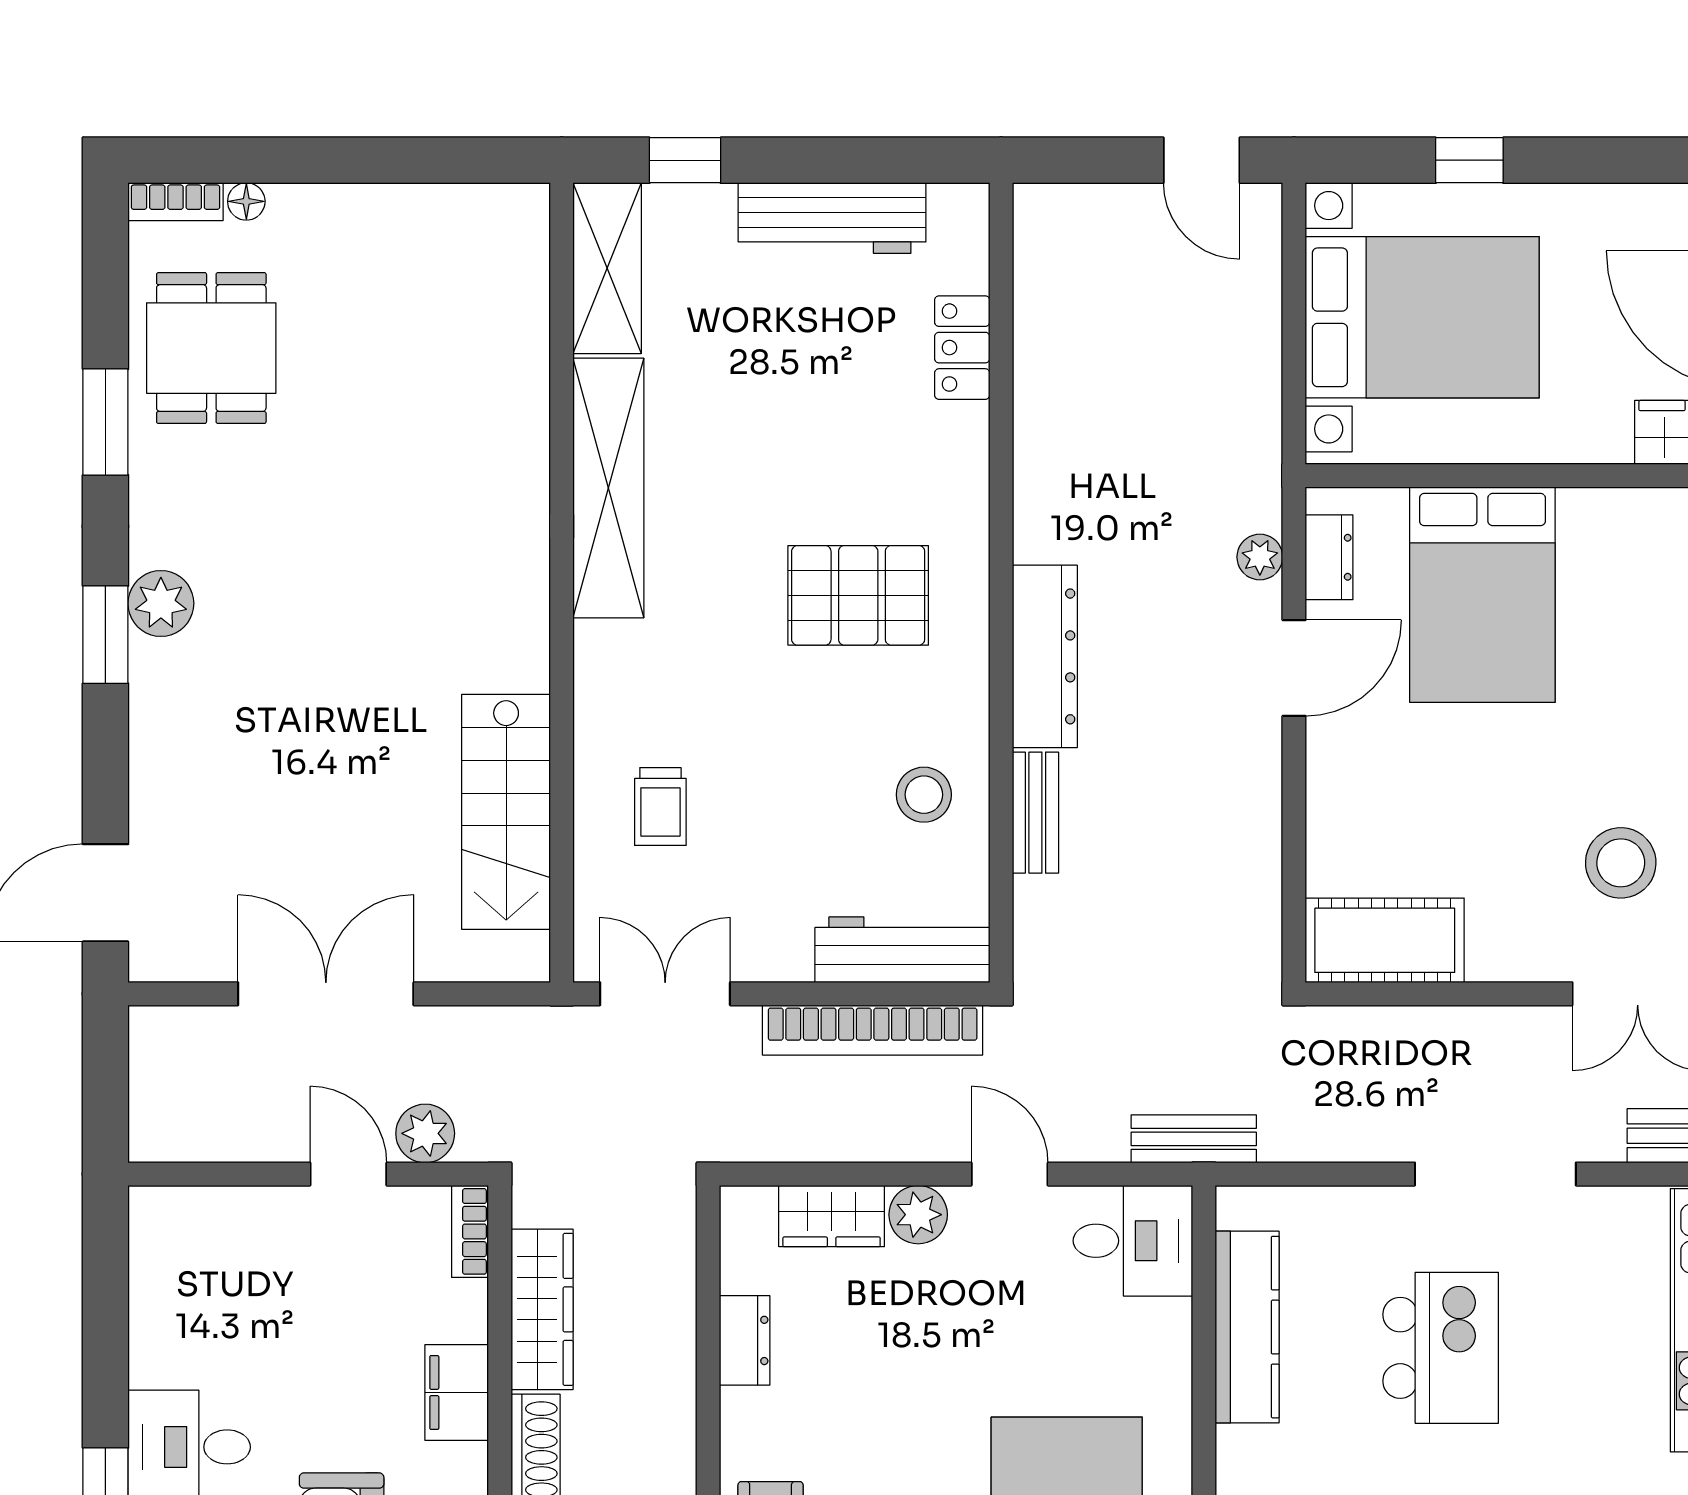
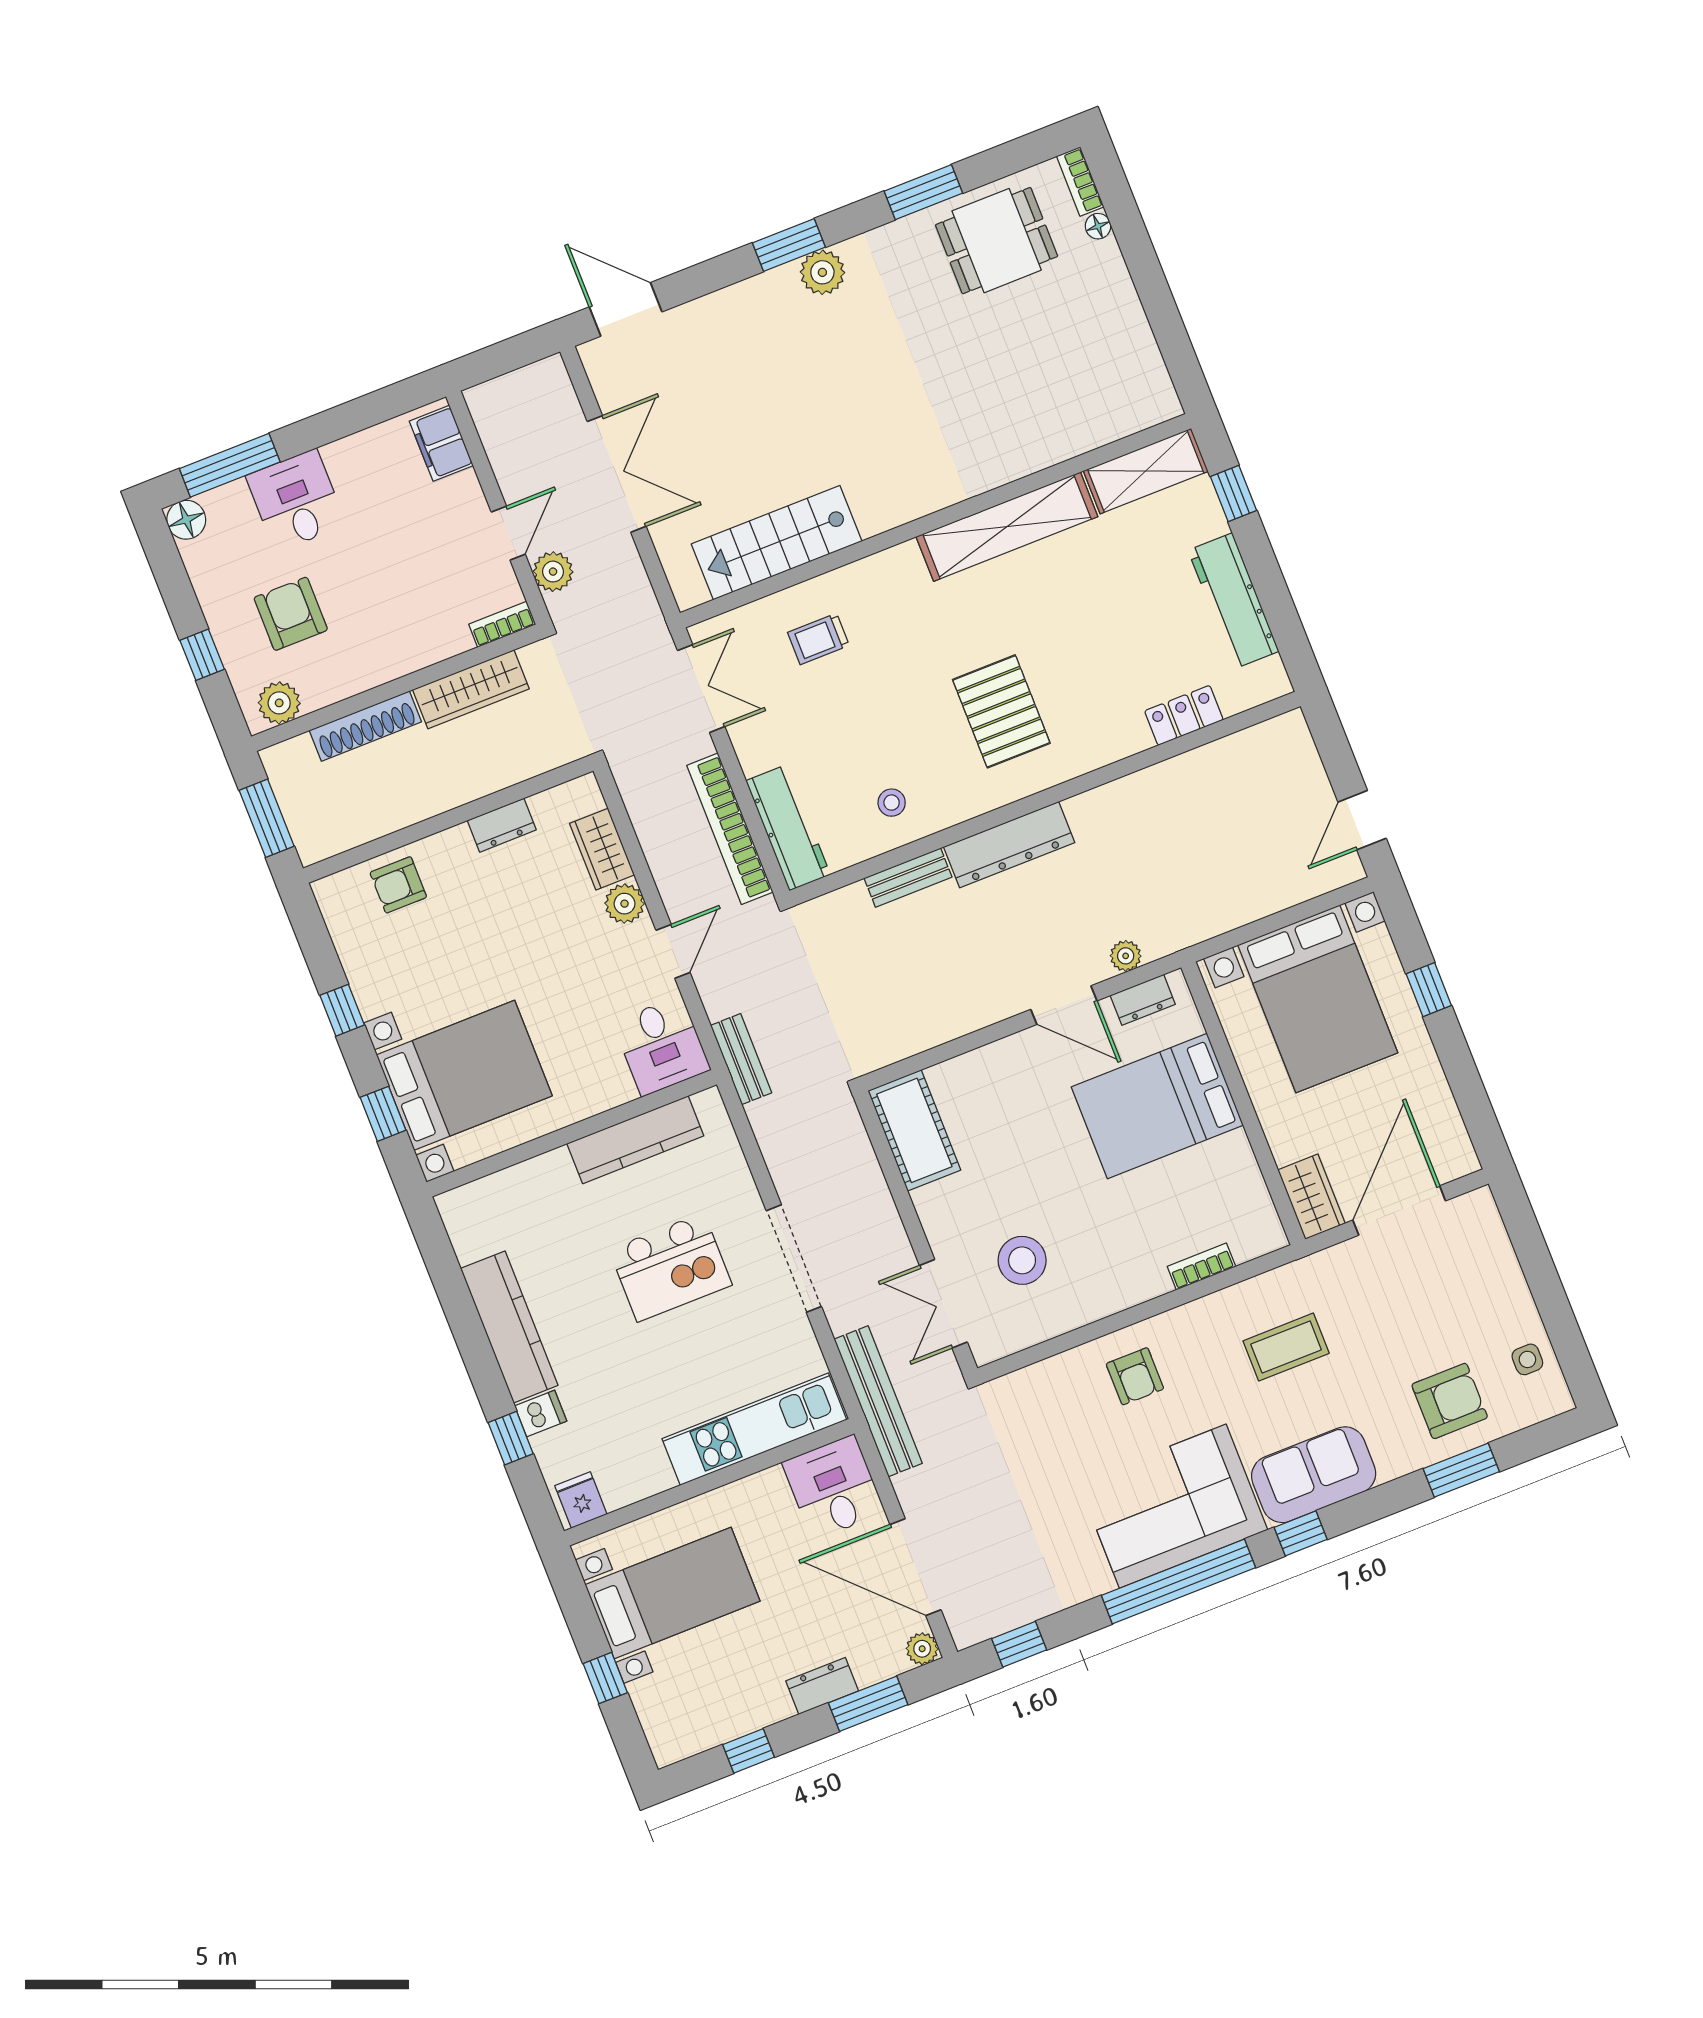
stool: (924, 795) -> (892, 803), width x0.73, depth x0.73
filing cabinet: (457, 1392) -> (441, 443), moved, turned -90

